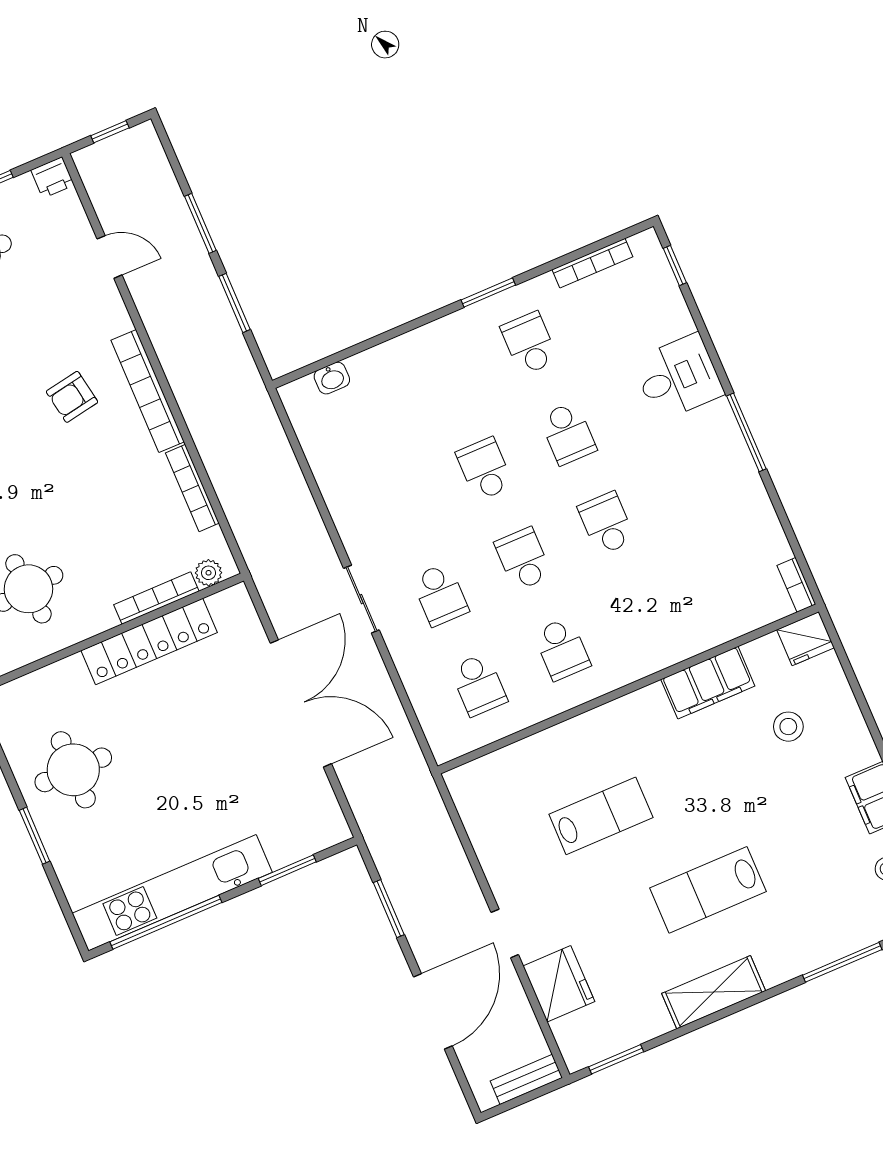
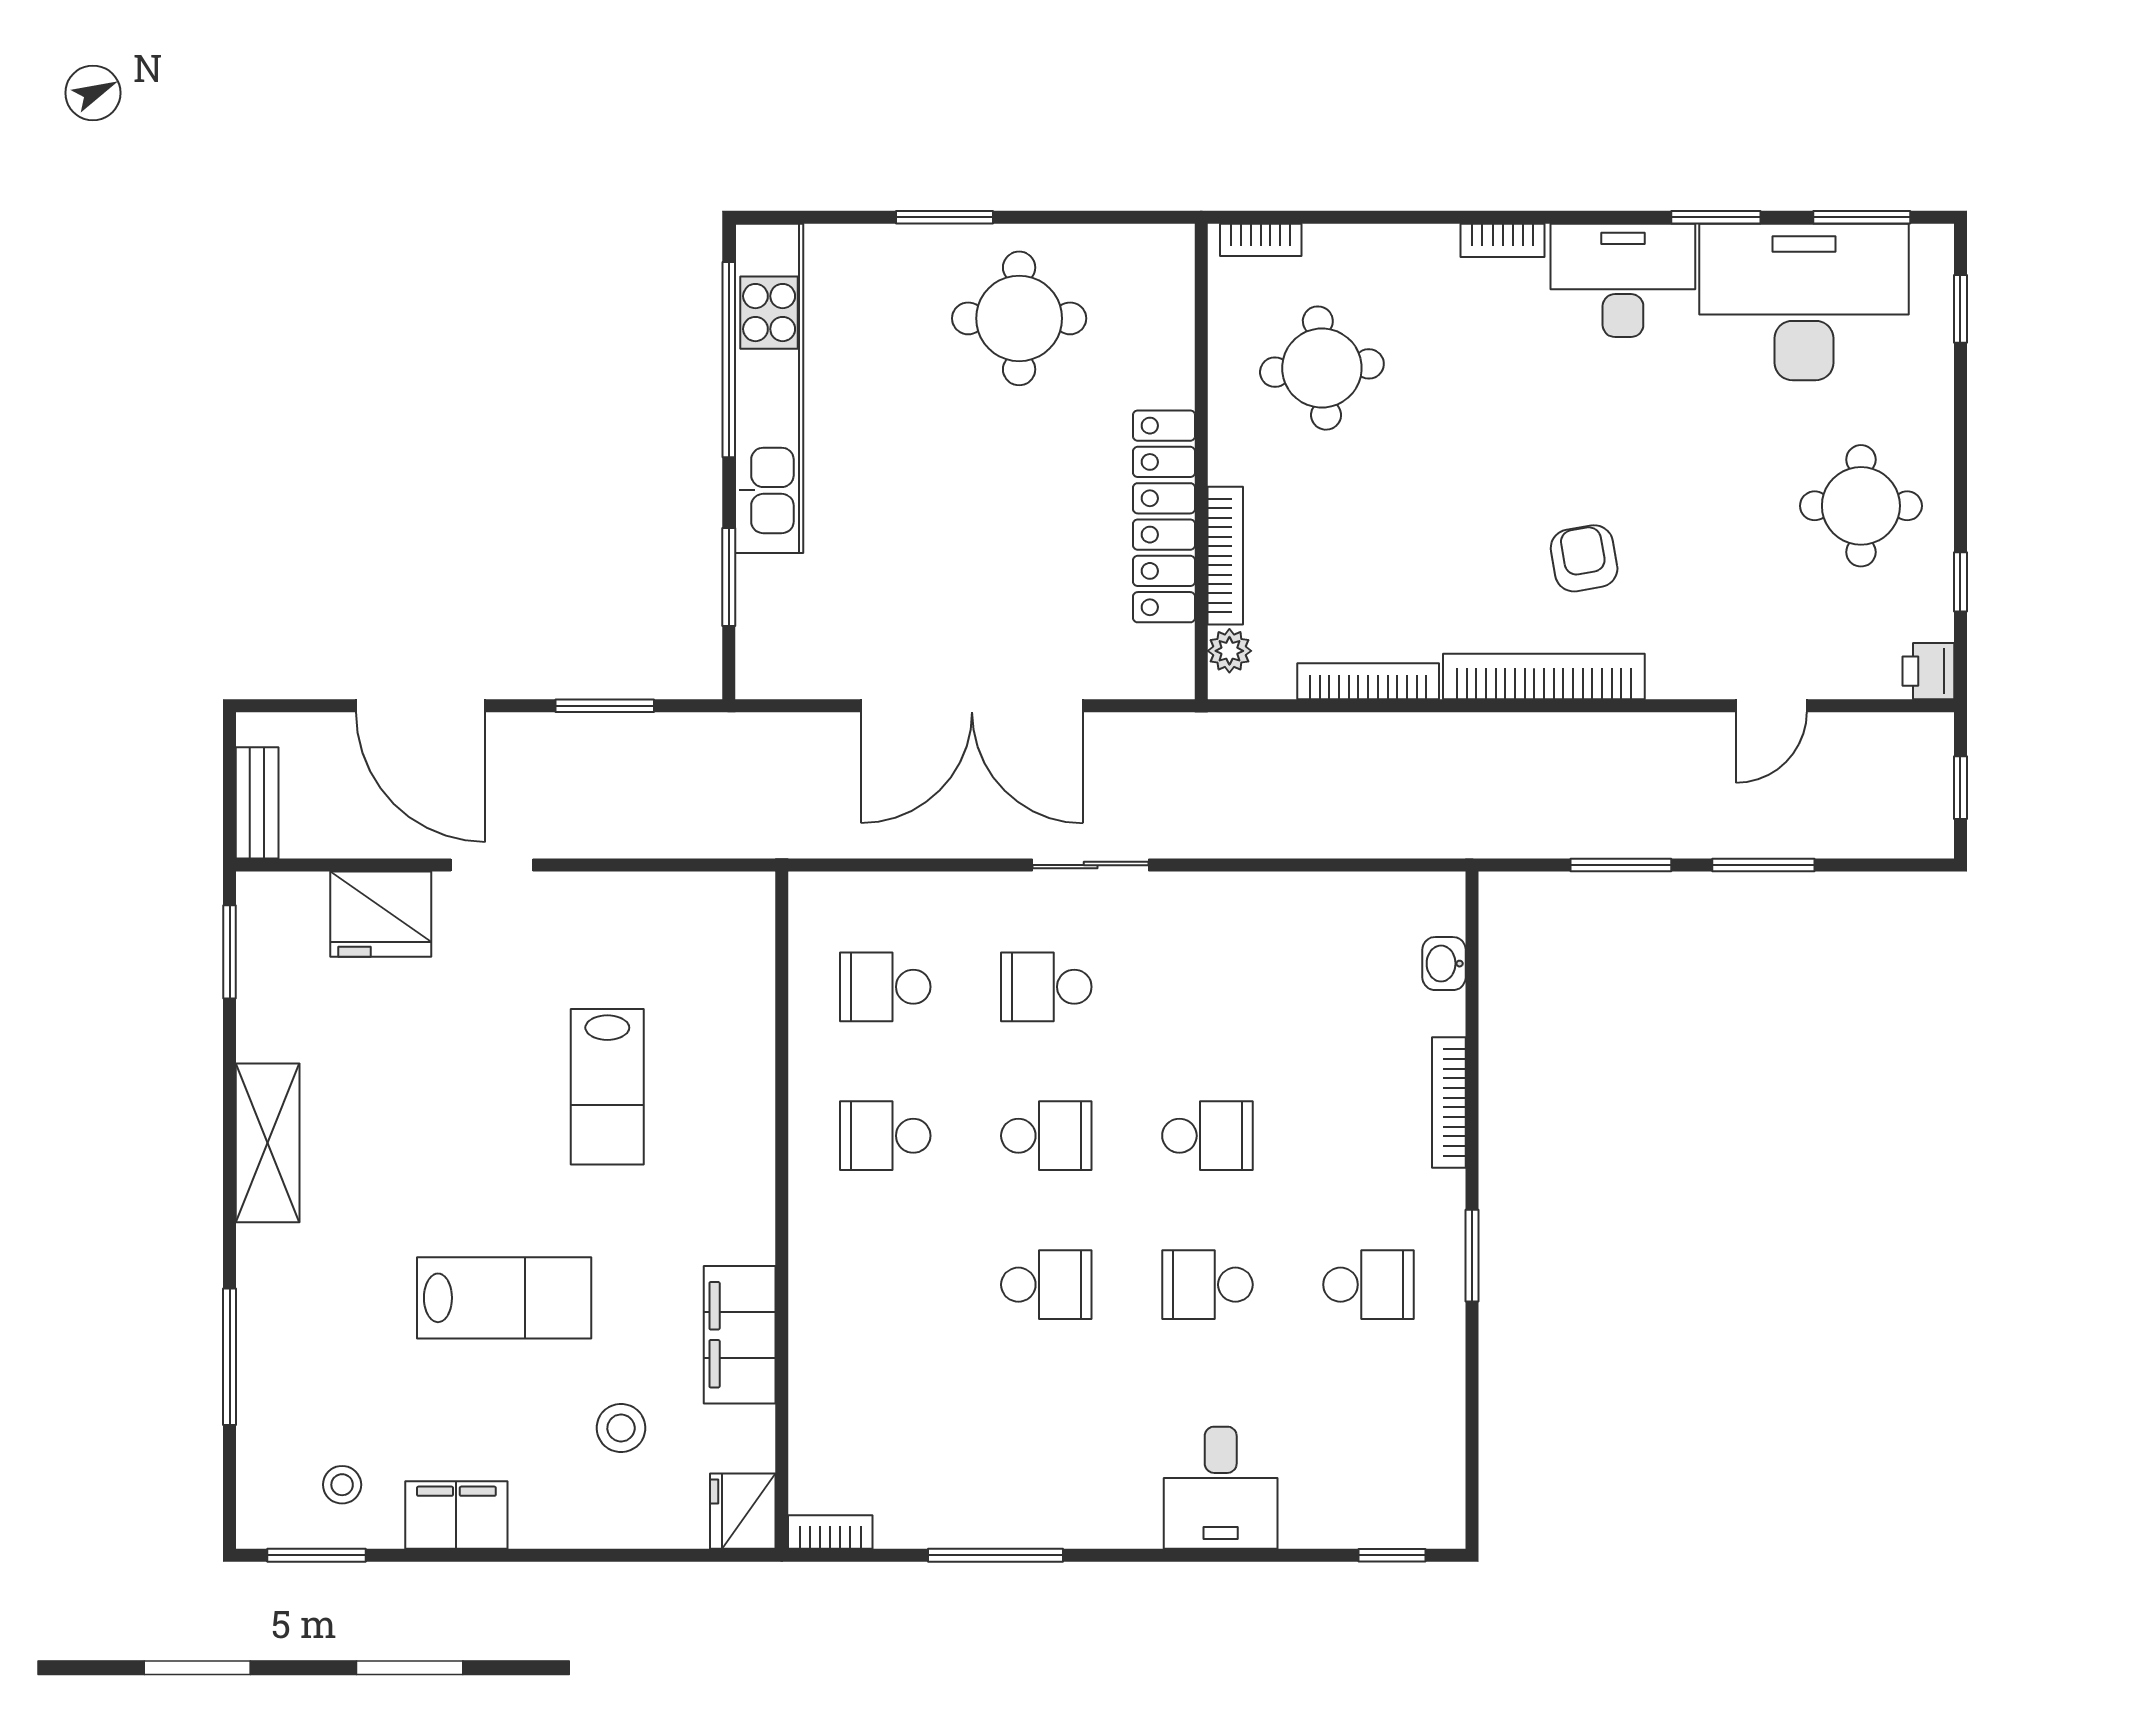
bookcase: (592, 263) -> (1449, 1102), moved
window: (746, 432) -> (995, 1555), moved
lab bench: (708, 890) -> (504, 1298), moved, turned 90

